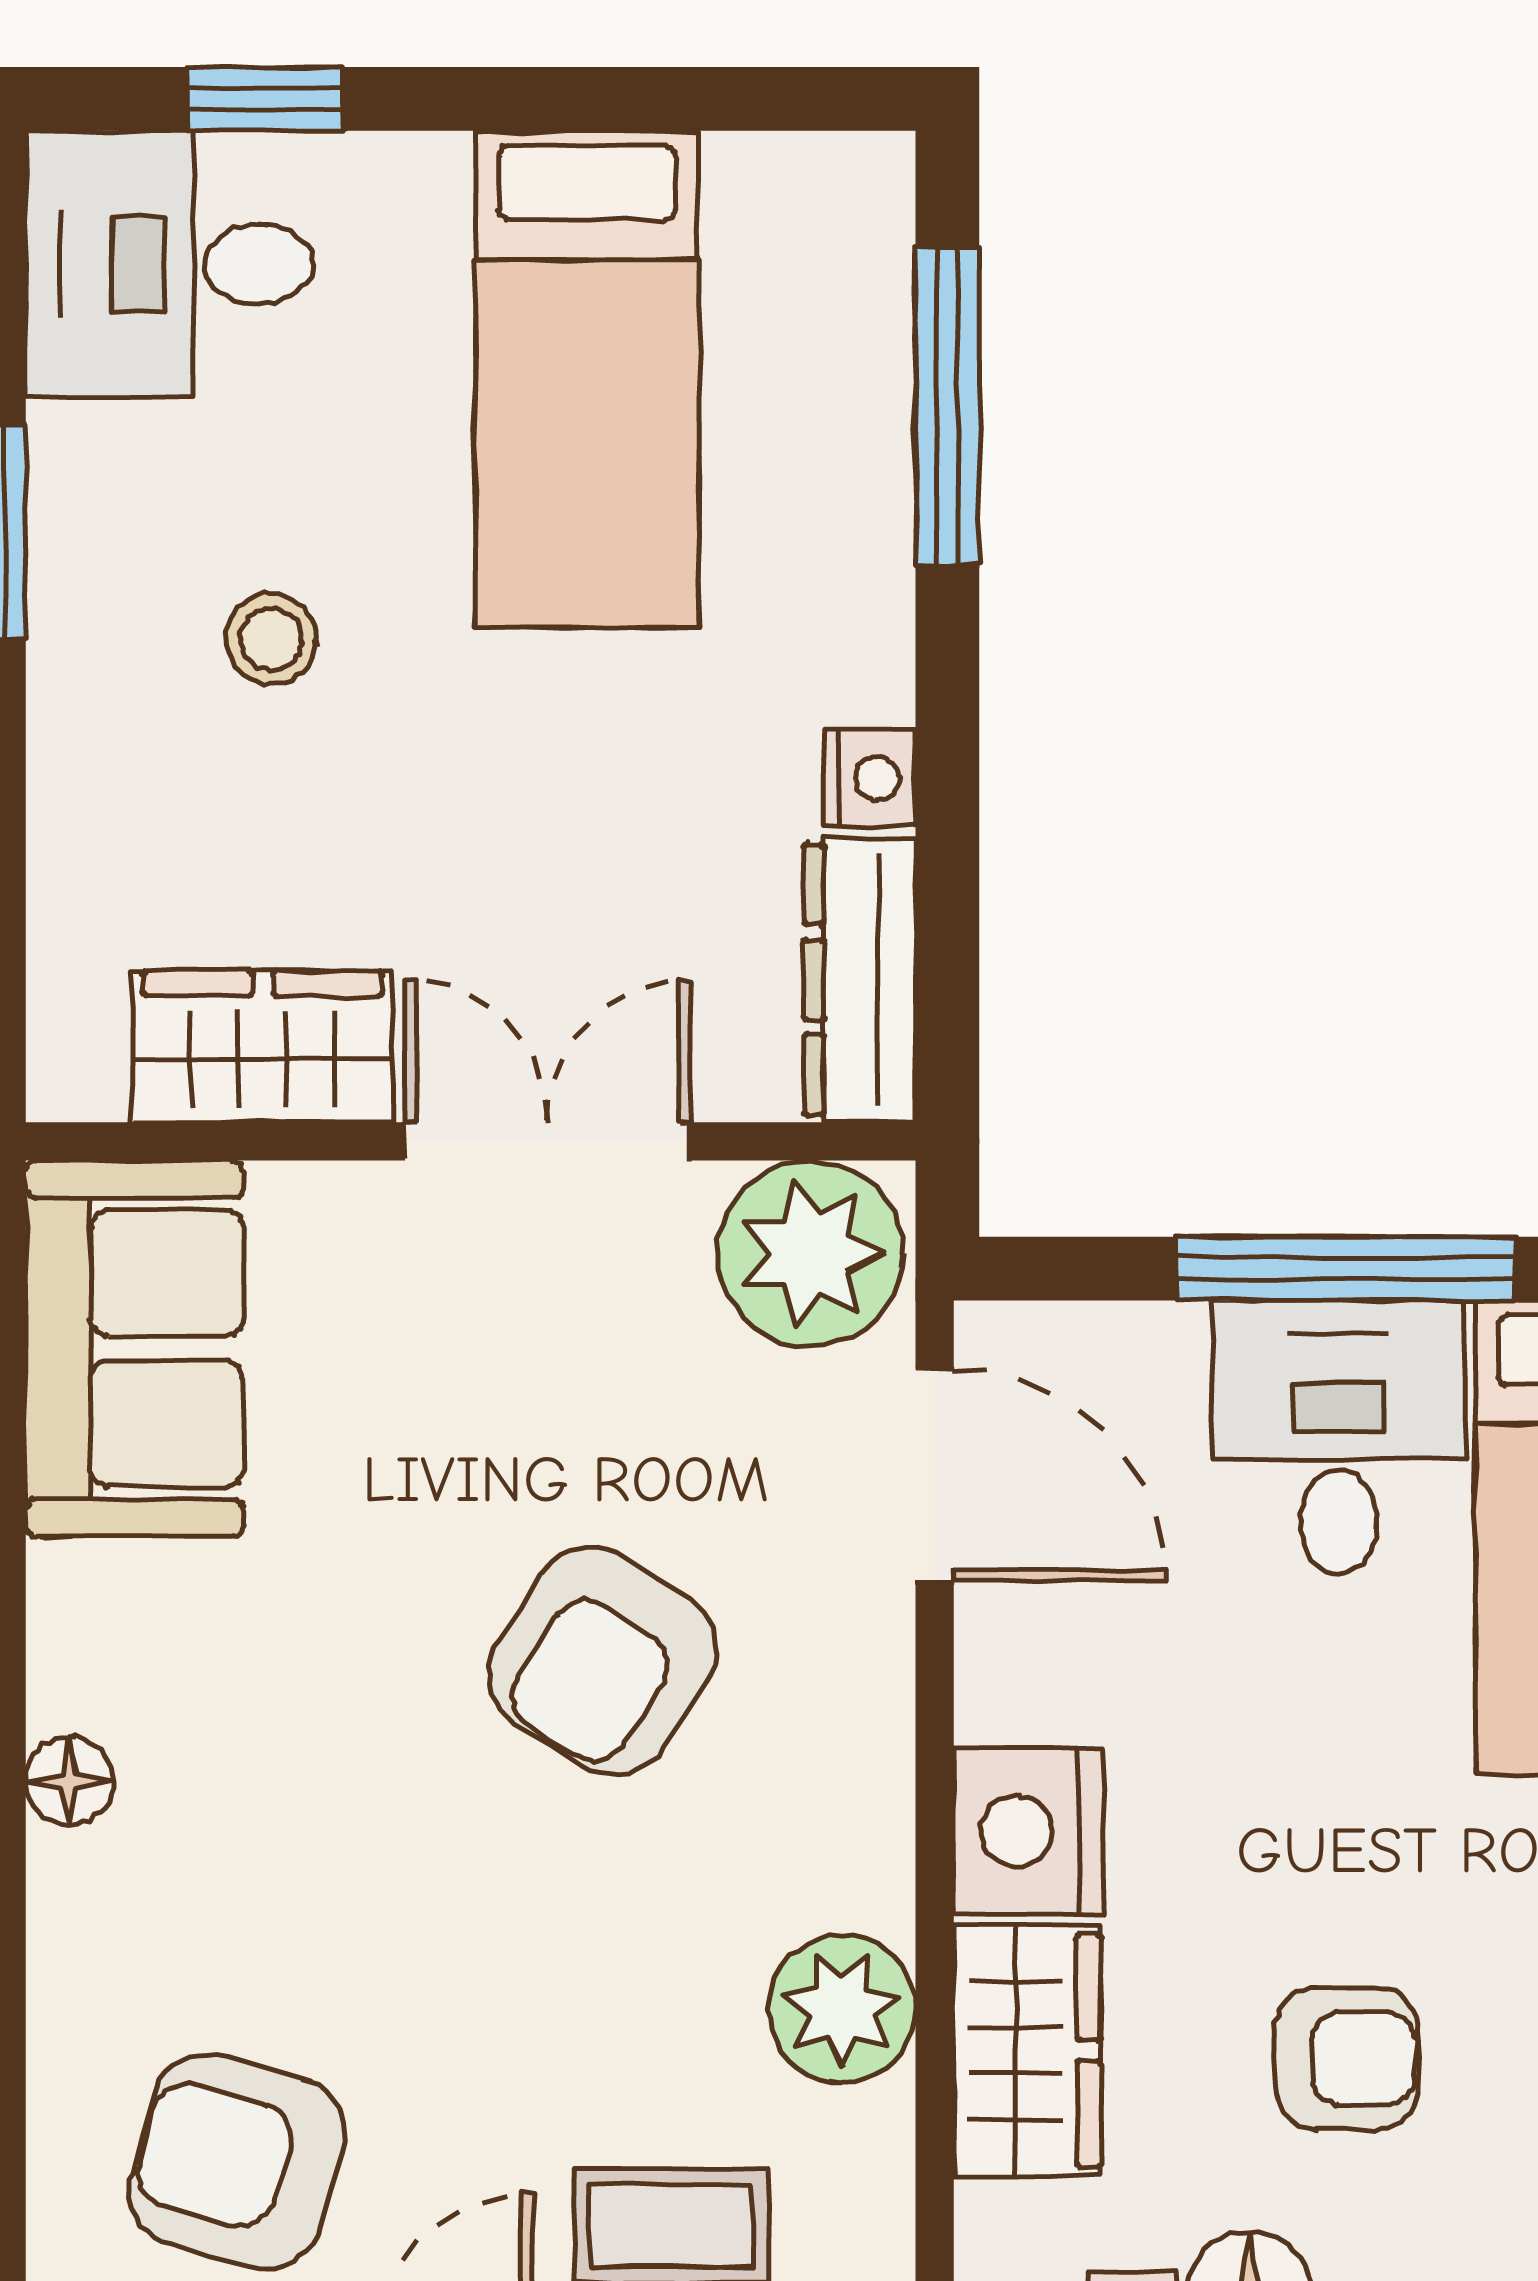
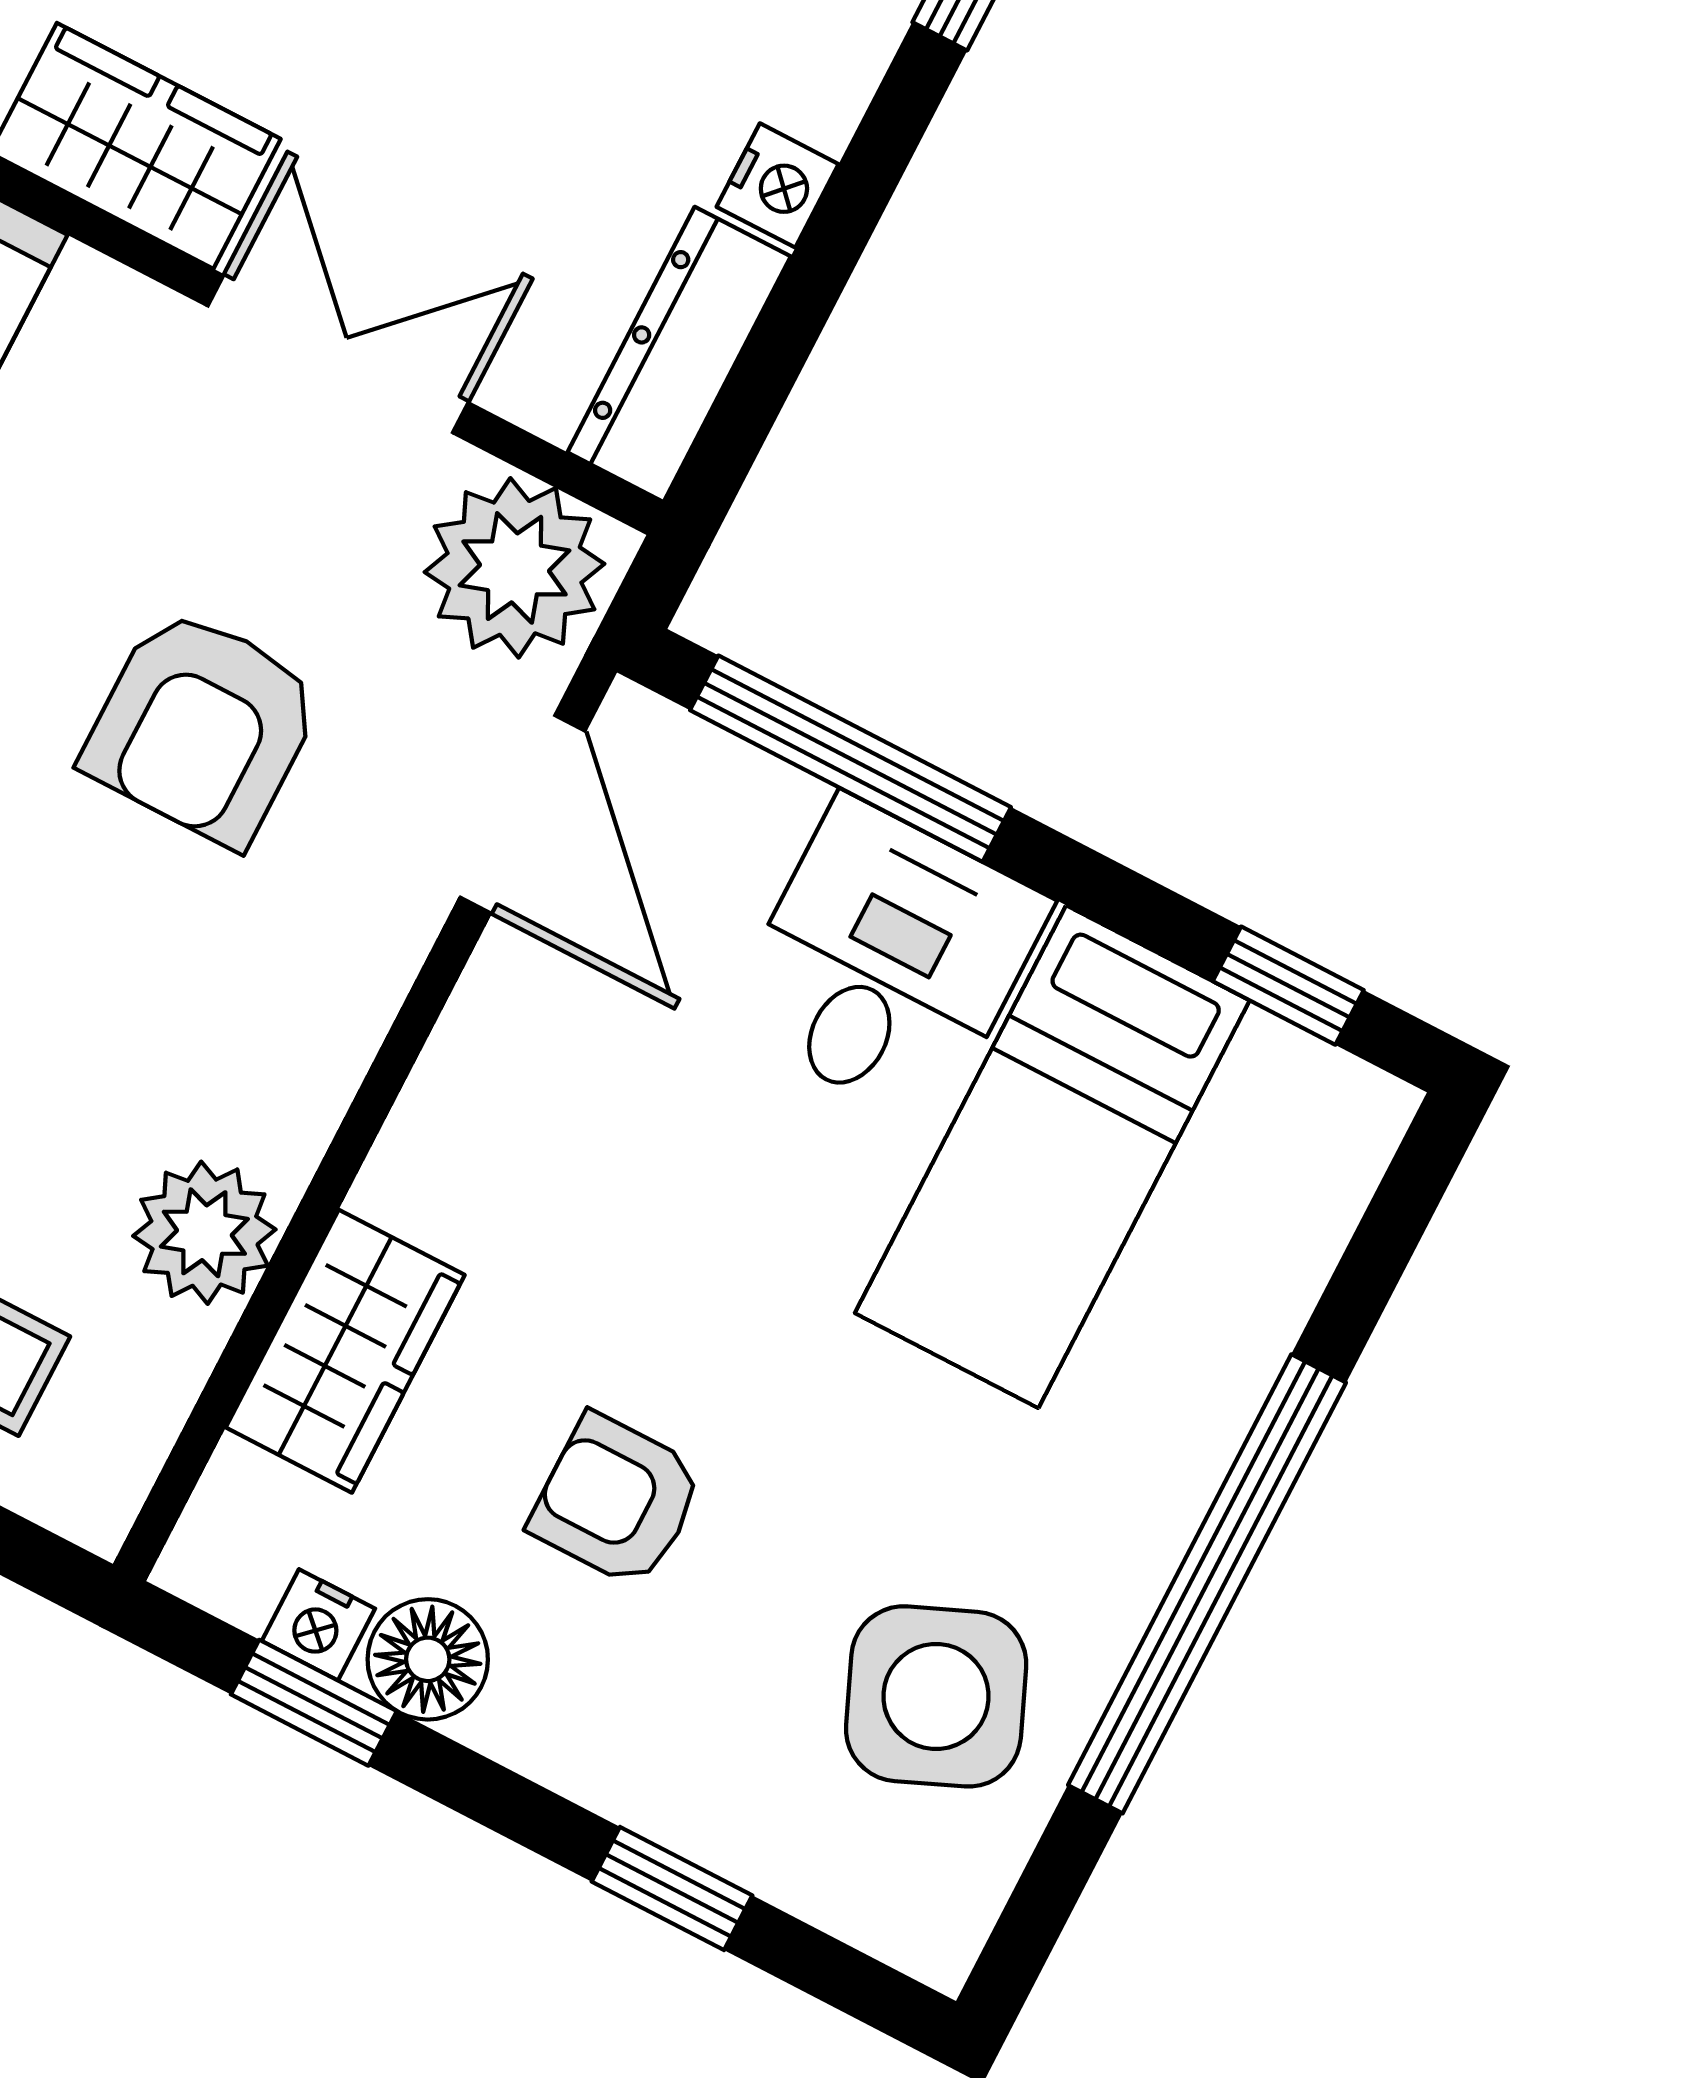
window: (1346, 1269) -> (850, 759), moved
armchair: (603, 1661) -> (203, 727), moved, turned -33
nightstand: (1028, 1831) -> (444, 1163), removed
armchair: (1346, 2058) -> (617, 1500), turned 180

